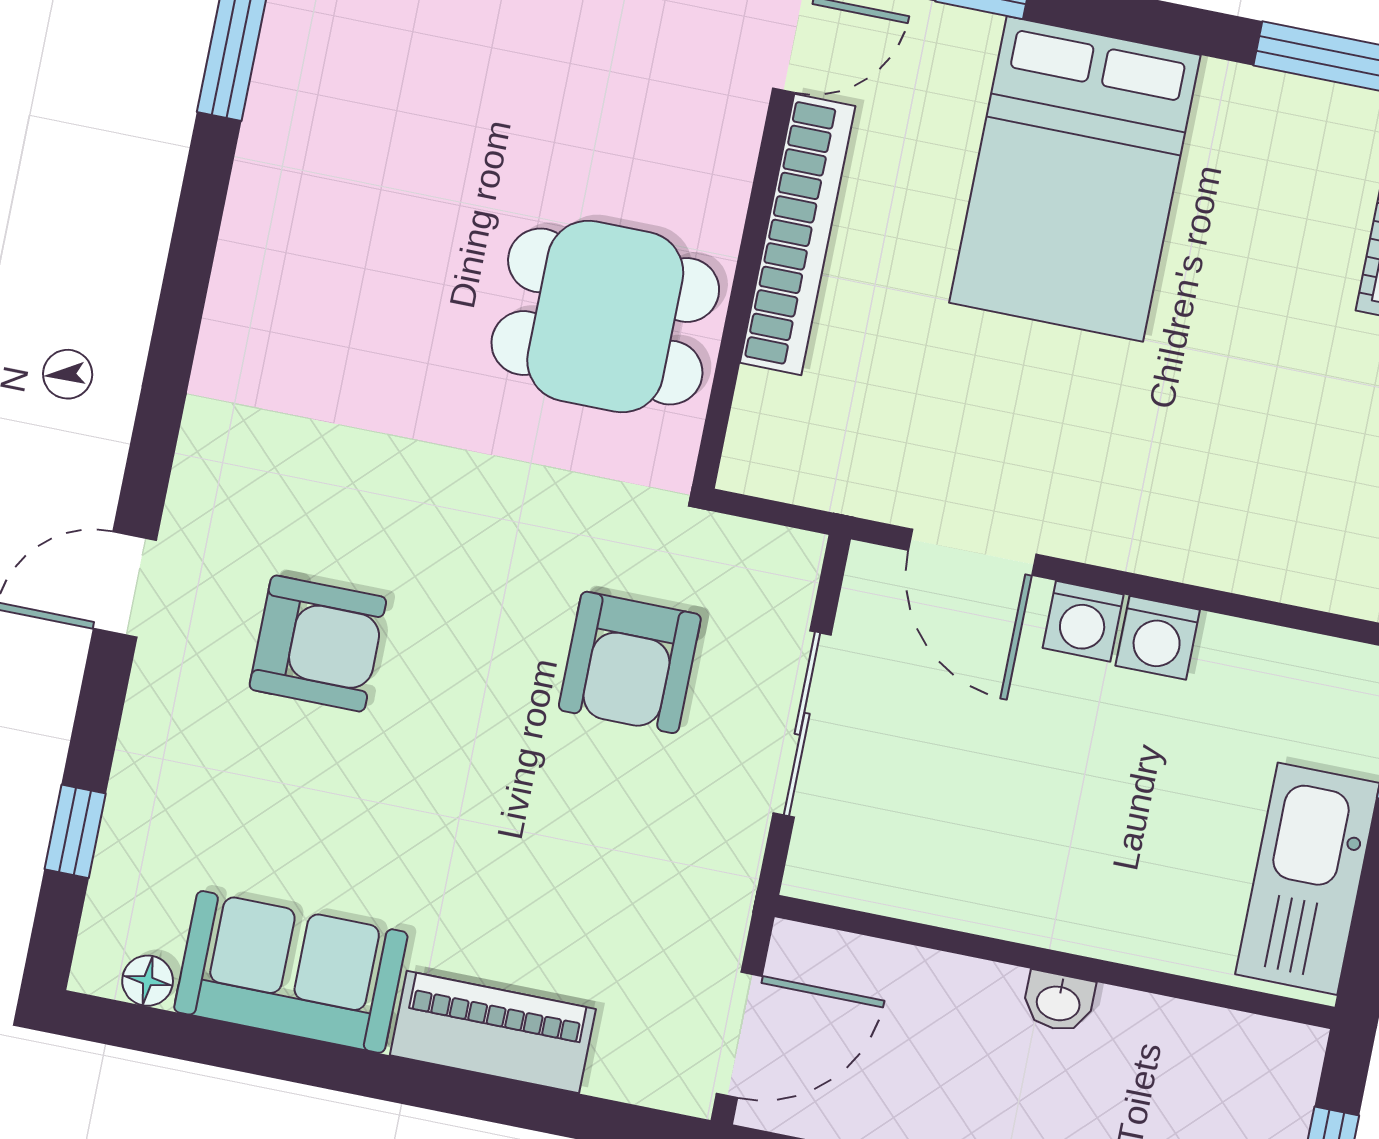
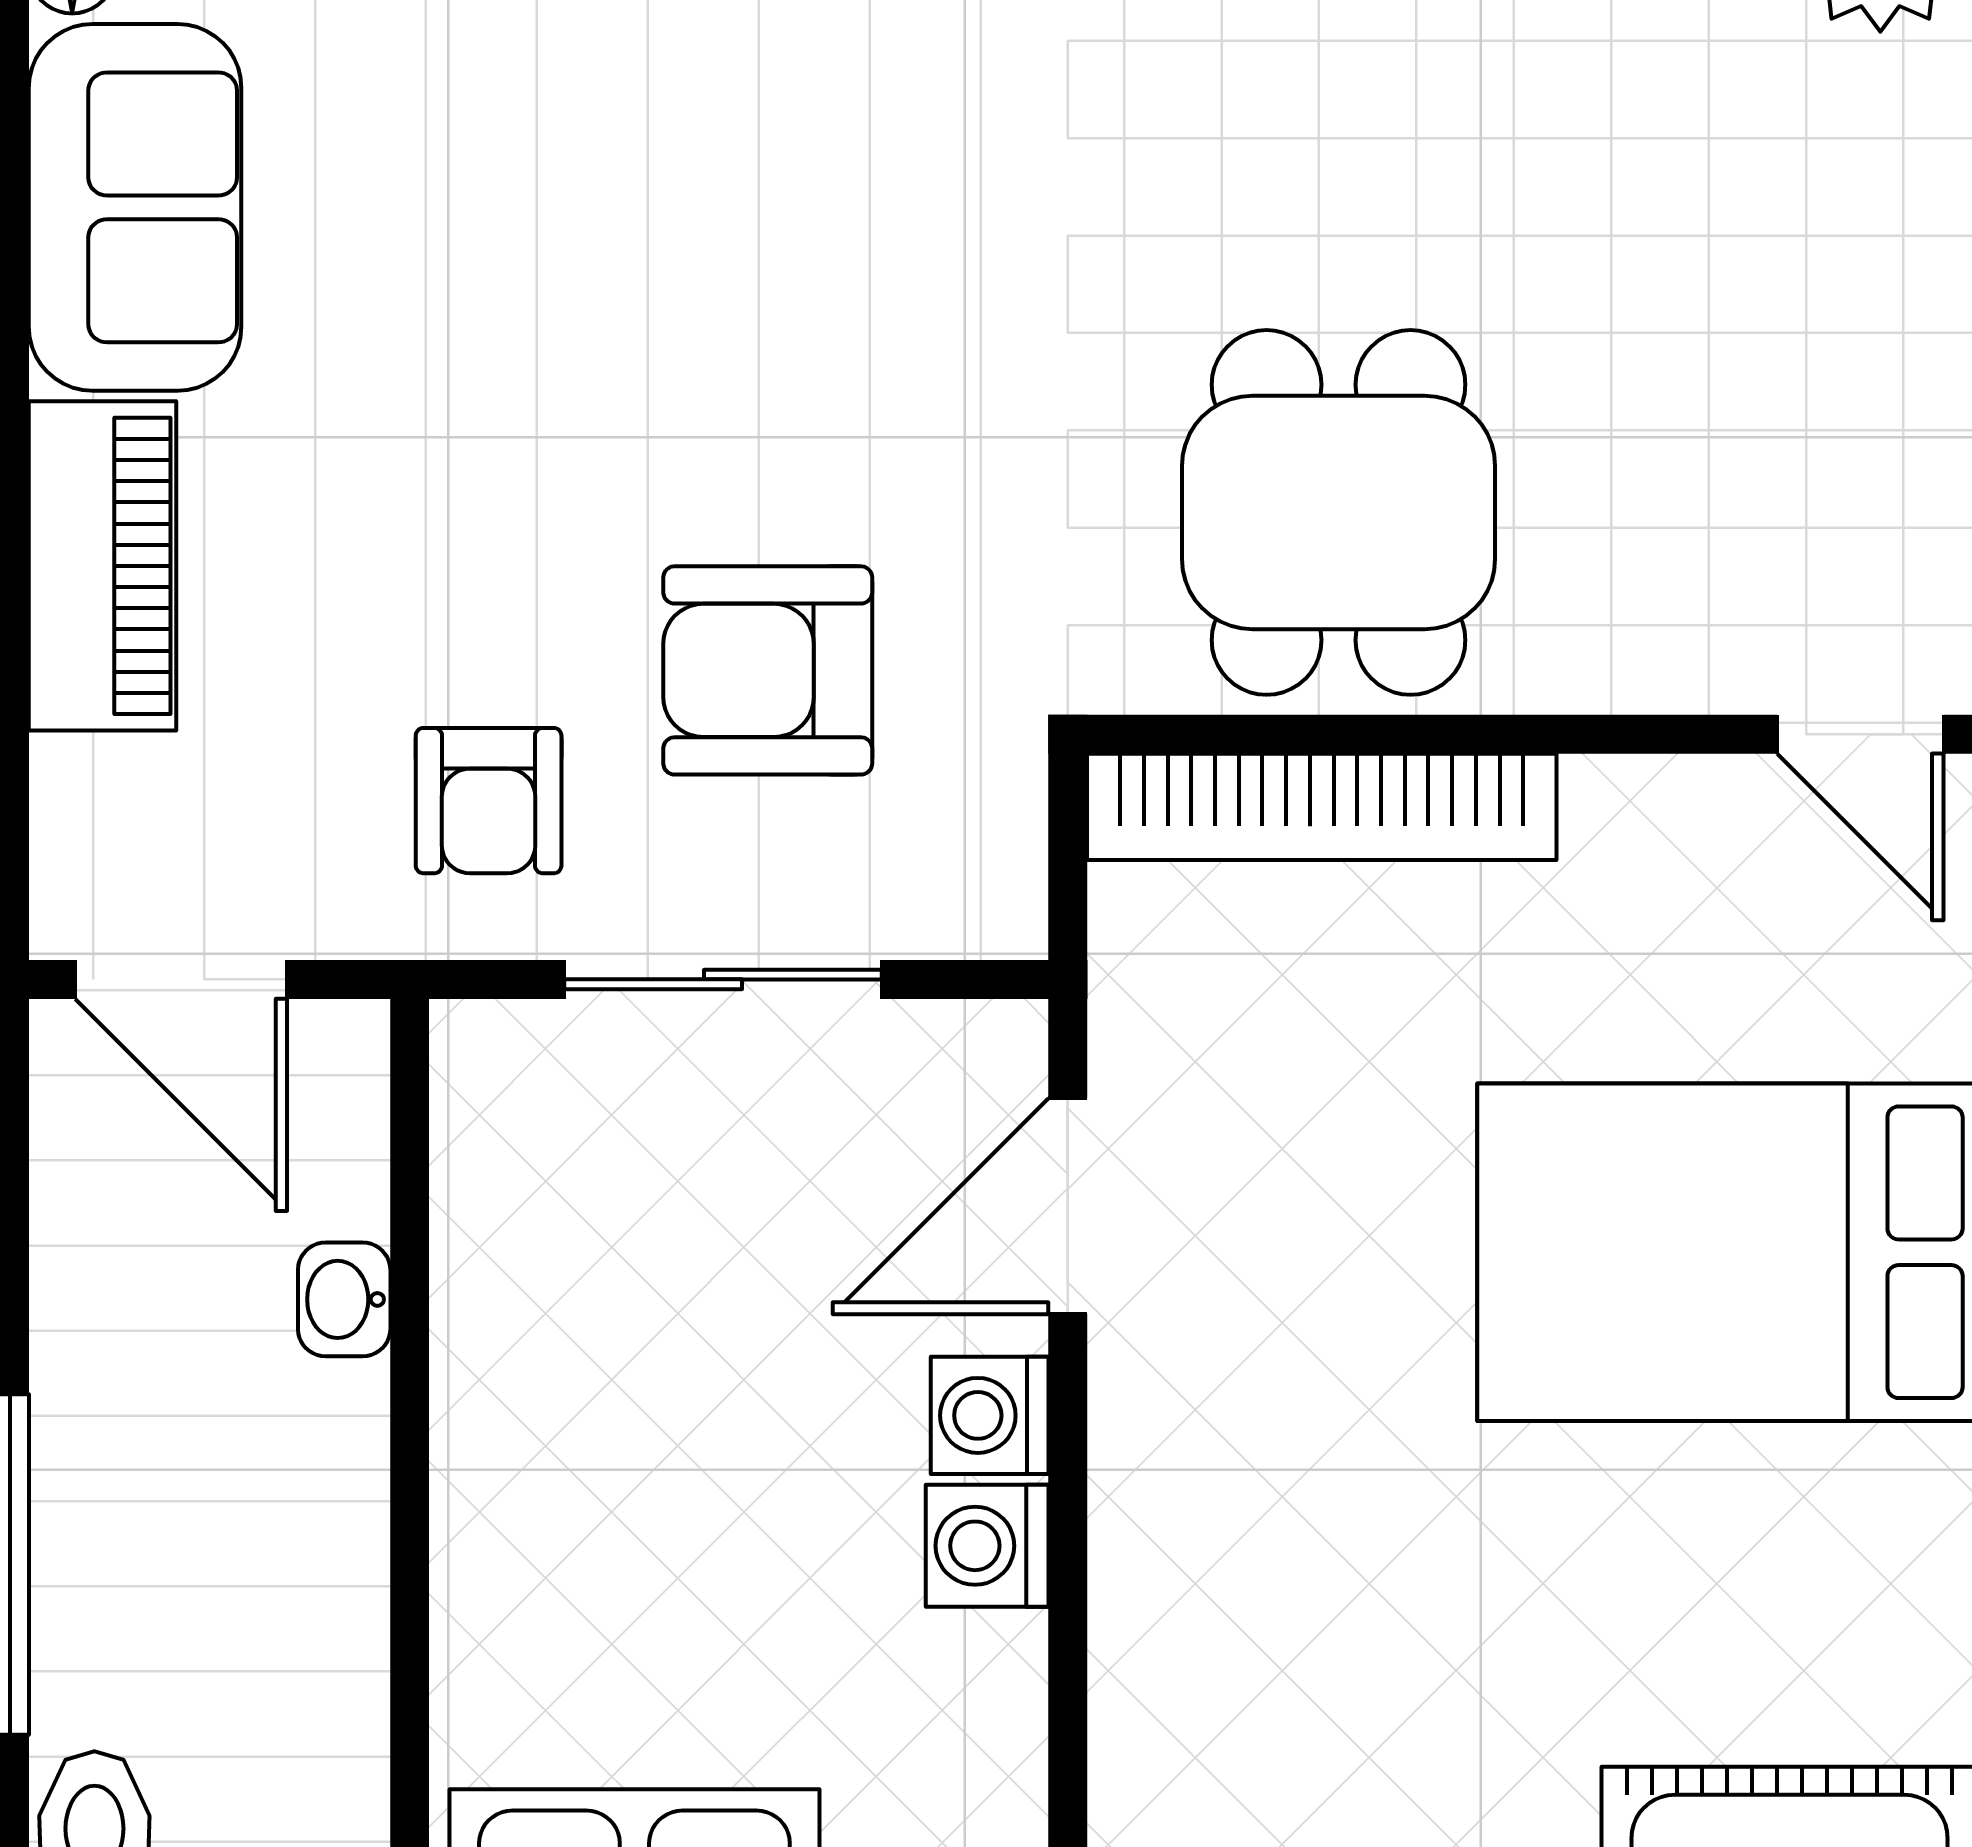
bookcase: (798, 234) -> (1322, 807), moved
armchair: (318, 643) -> (489, 801), moved, width x0.72, depth x0.72
washbasin: (1058, 1002) -> (344, 1299), moved

